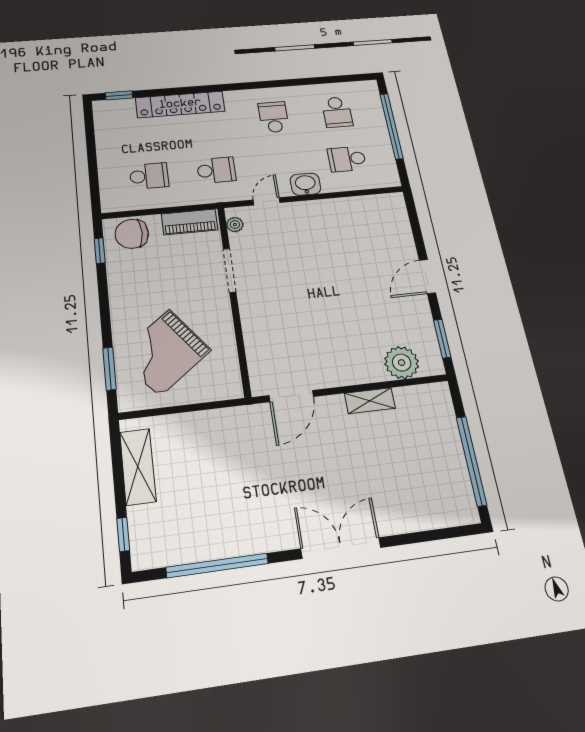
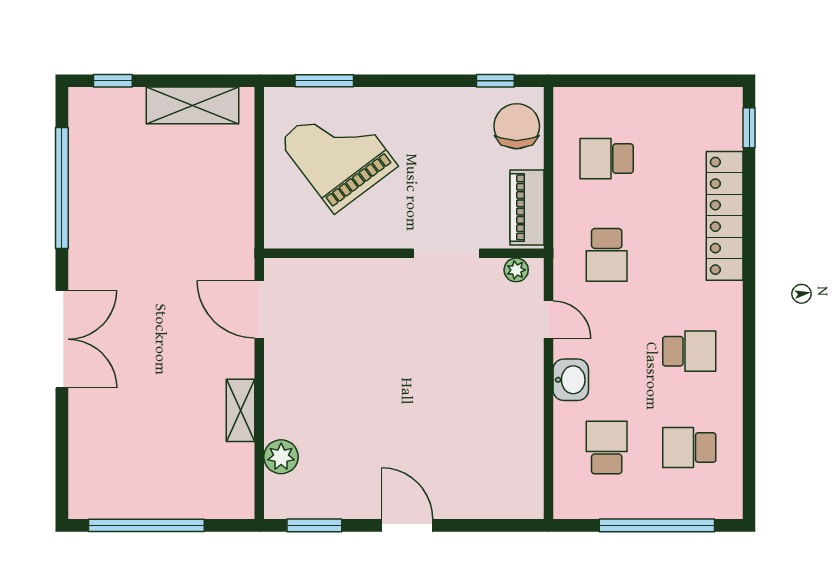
school desk: (149, 176) -> (607, 159), turned 90
plant: (402, 363) -> (281, 457), width x0.73, depth x0.73

